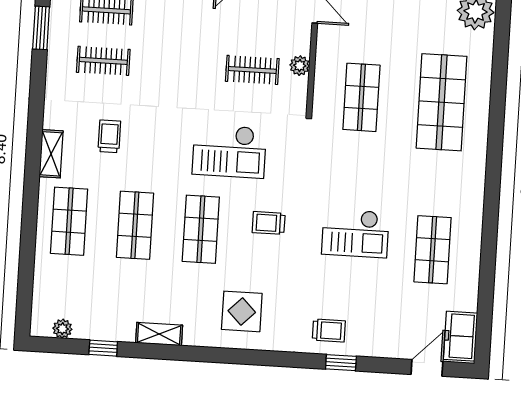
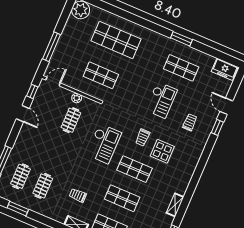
window: (490, 230) -> (181, 39), added
display table: (242, 311) -> (162, 151), moved
trolley: (329, 331) -> (190, 122), moved
door: (427, 368) -> (226, 106), moved

